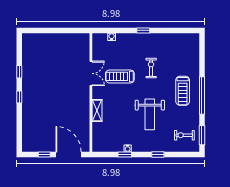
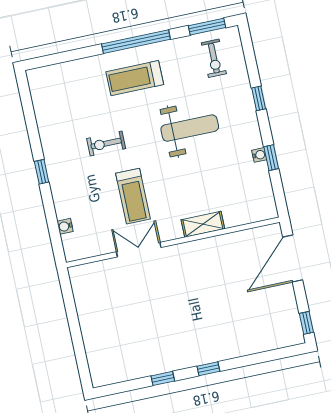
treadmill: (183, 91) -> (135, 78), turned 180
window: (44, 155) -> (306, 323), moved

